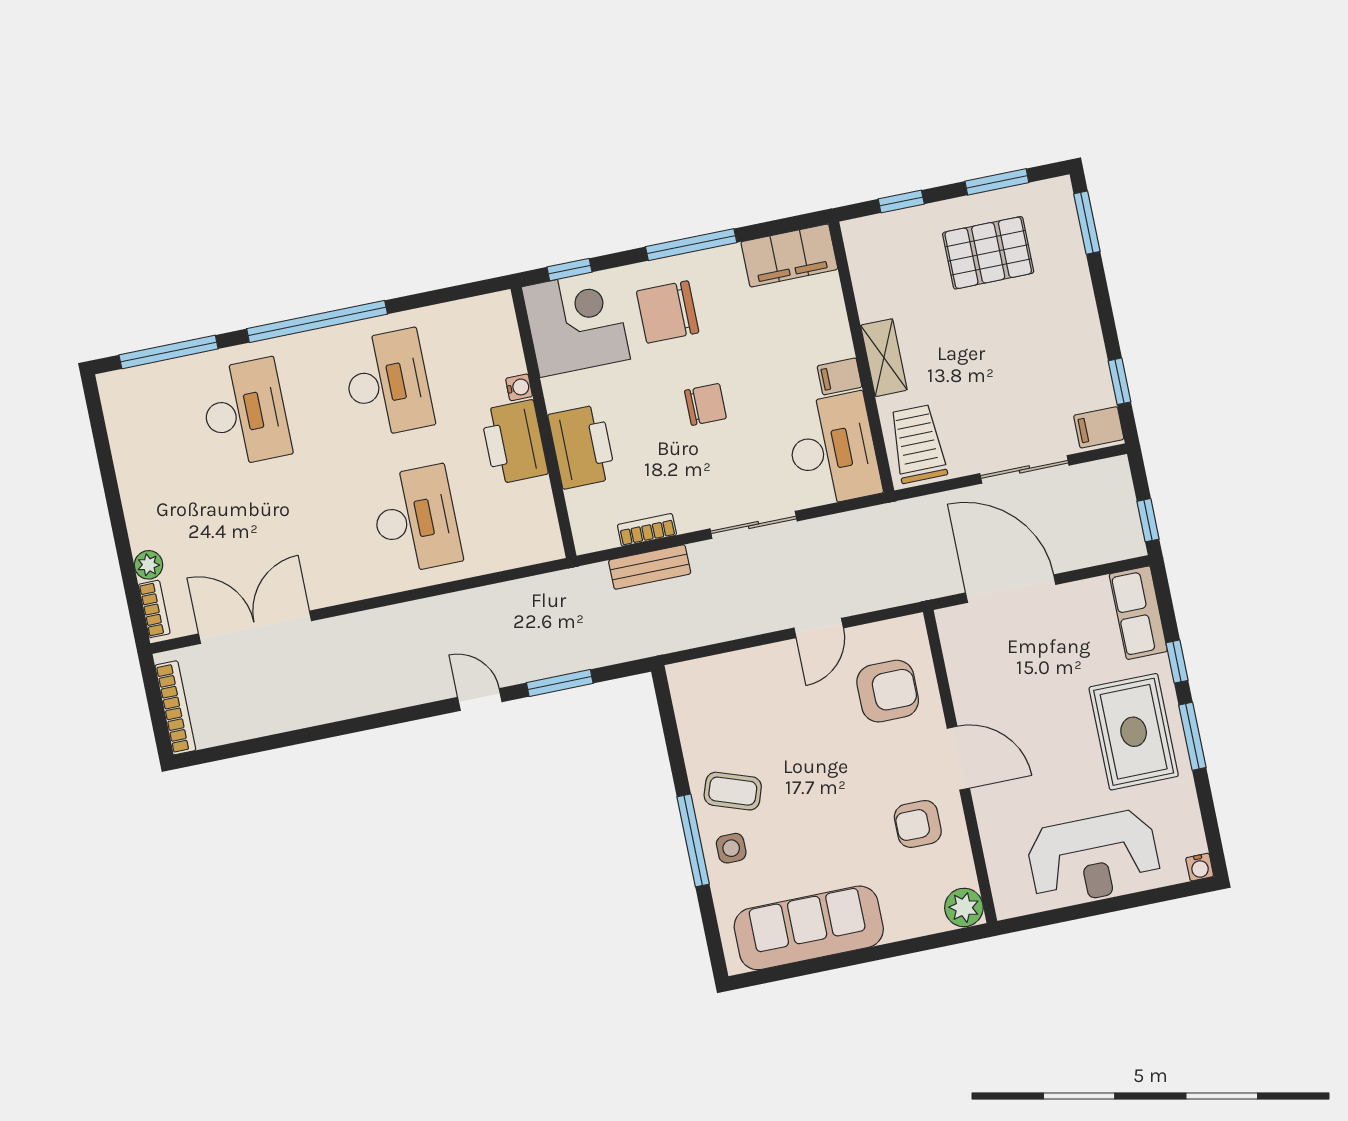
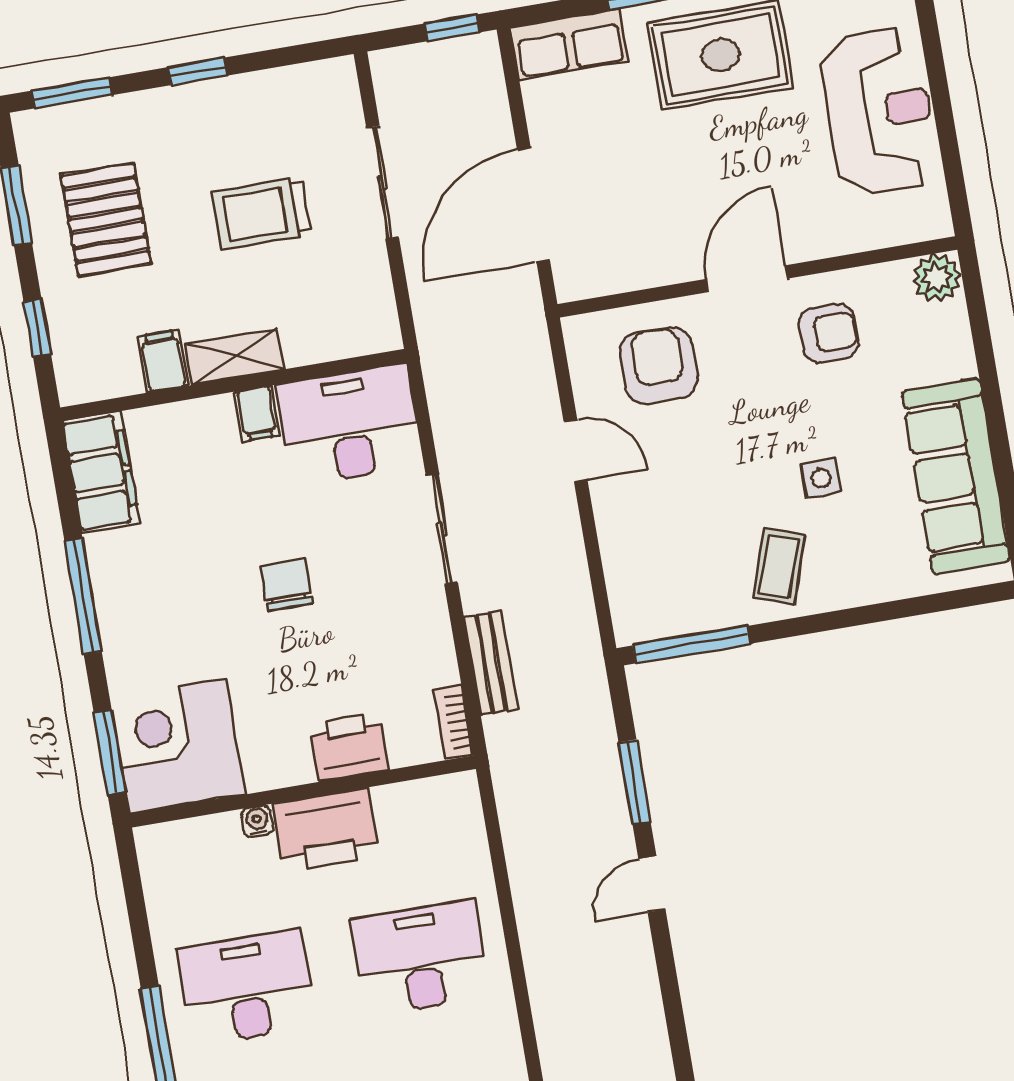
window: (569, 270) -> (110, 752), width x1.50
chair: (668, 312) -> (168, 629), removed
window: (1120, 381) -> (198, 71), moved
filing cabinet: (1099, 427) -> (163, 361), moved, turned 180
trolley: (918, 444) -> (262, 213), moved
printer: (582, 447) -> (349, 747), width x0.73, depth x0.84
bookcase: (647, 530) -> (453, 723), moved
armchair: (918, 824) -> (829, 333), turned -90
window: (693, 840) -> (692, 645), moved
side table: (731, 848) -> (821, 478), moved

